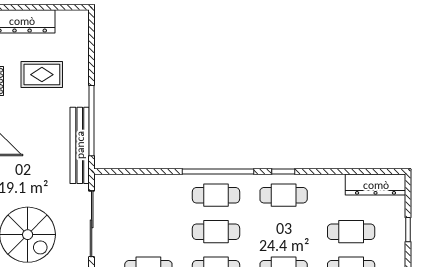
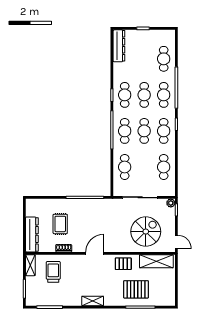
bench: (80, 145) -> (98, 204), removed
cafe table: (148, 195) -> (125, 167), added
cafe table: (351, 232) -> (144, 95), moved

